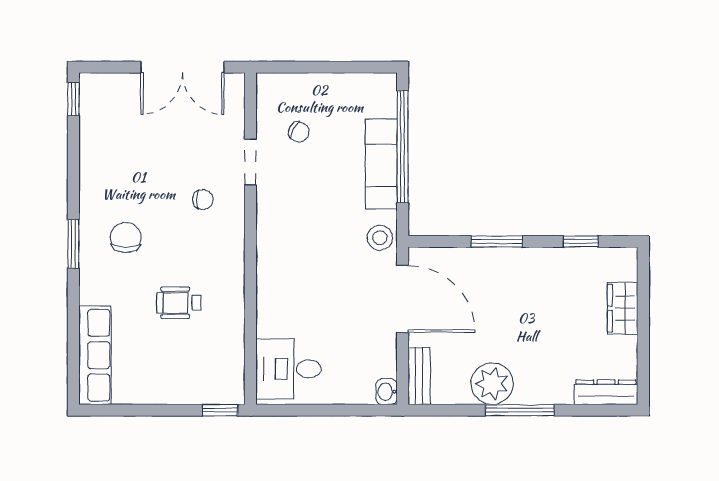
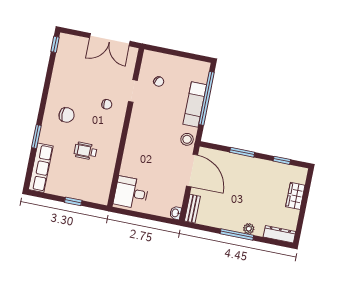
chair: (126, 238) -> (67, 115), turned 88
window: (73, 244) -> (36, 137), moved
plant: (492, 384) -> (249, 229), moved, width x0.53, depth x0.53
window: (220, 410) -> (73, 201), moved

